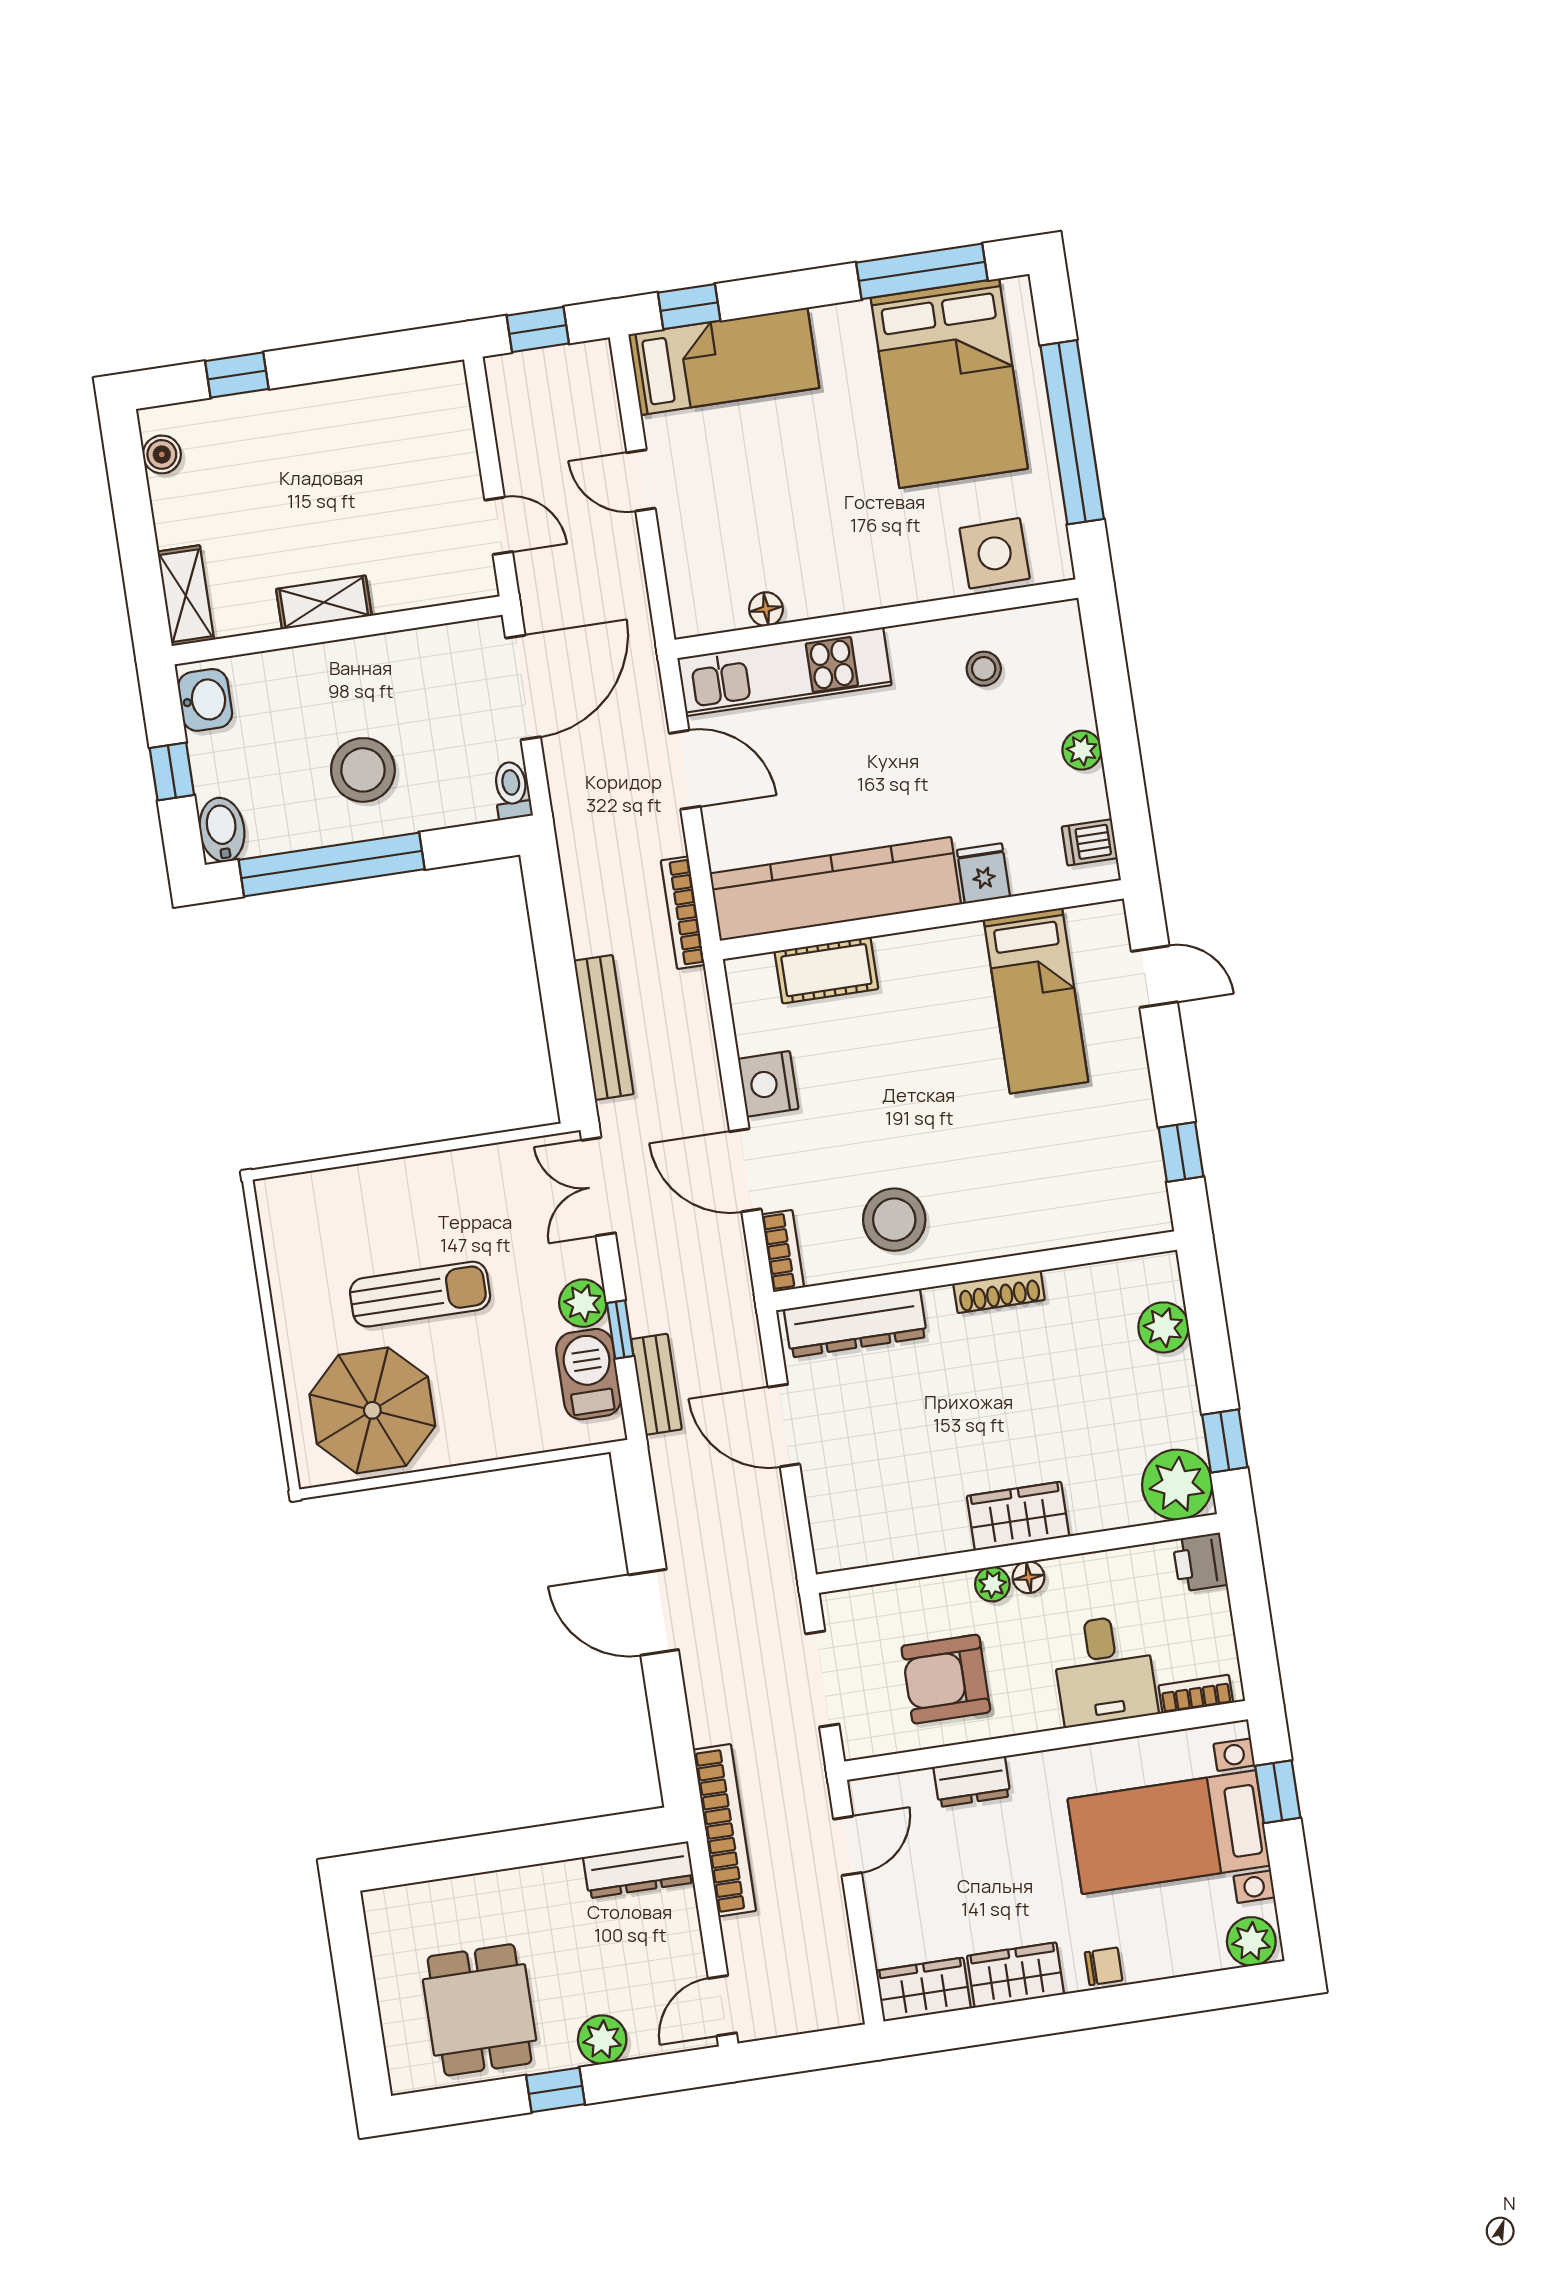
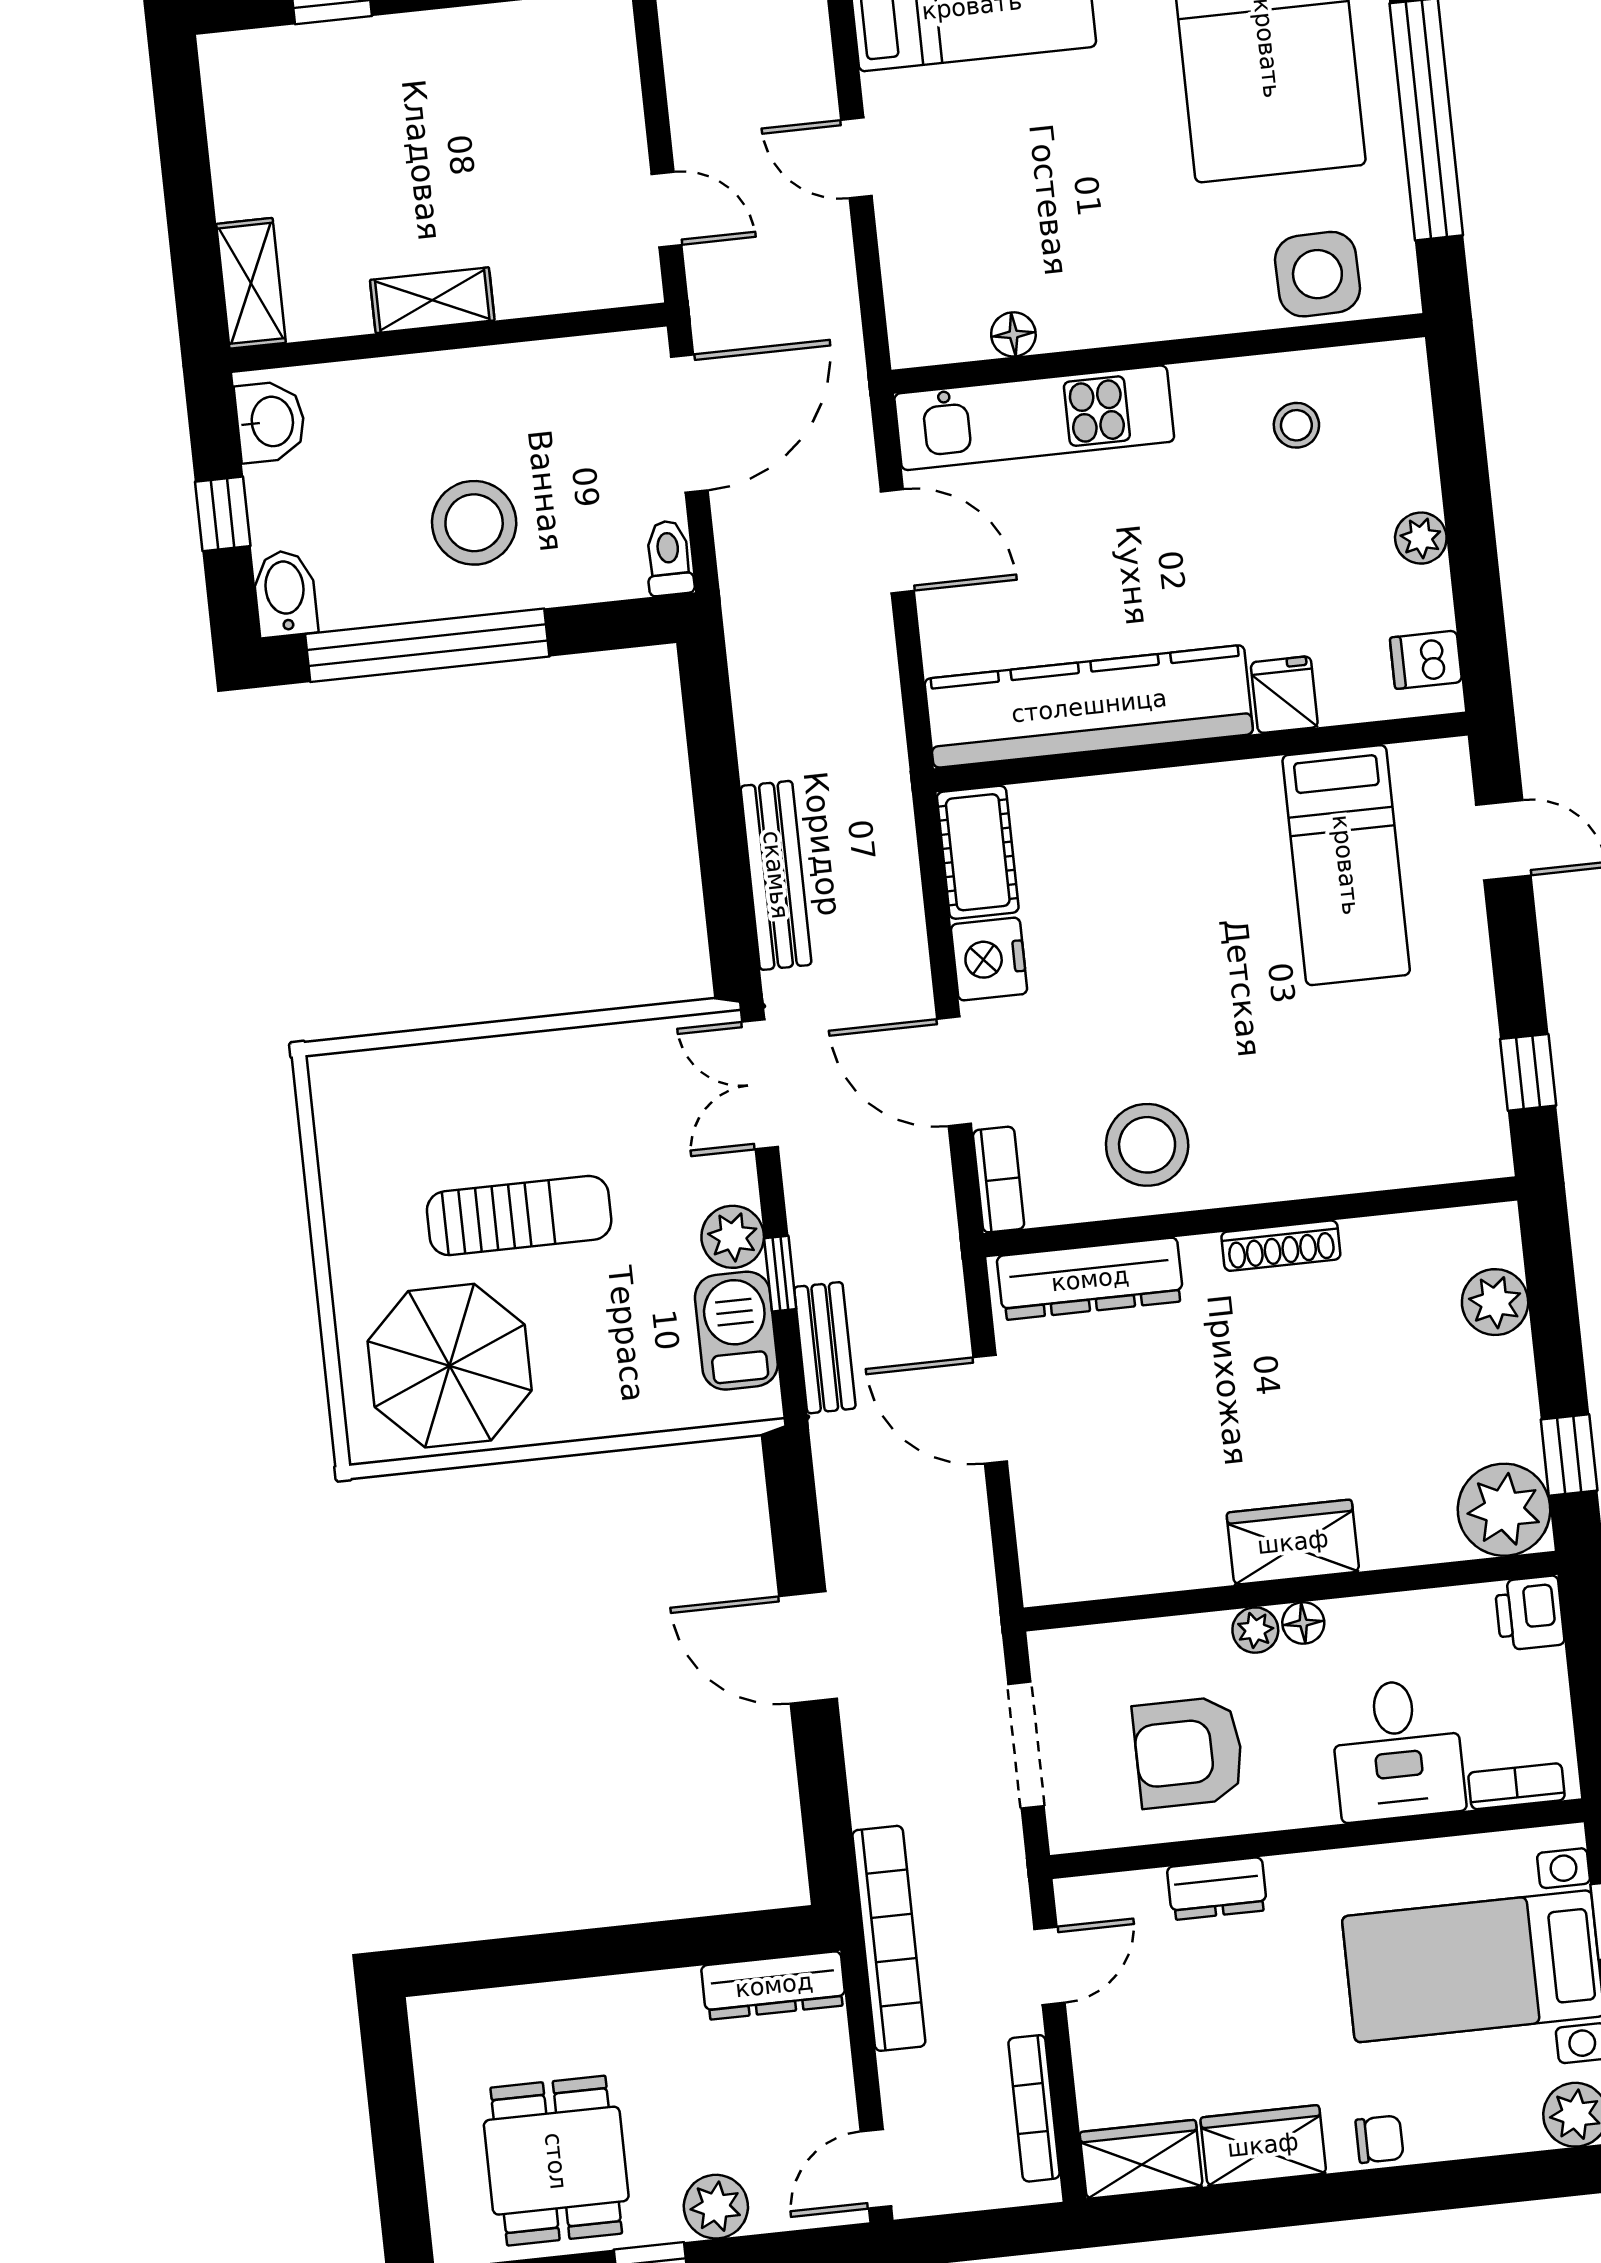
boiler: (162, 454) -> (228, 96), removed
bookcase: (683, 913) -> (1034, 2108), moved
cot: (826, 970) -> (978, 852), moved, turned 90

